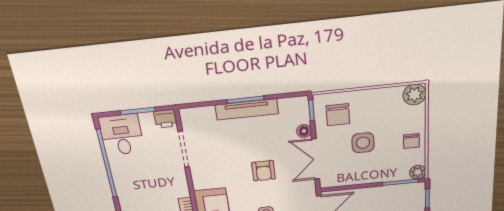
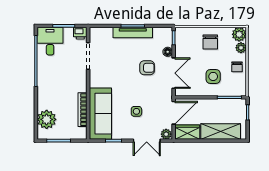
chair: (338, 115) -> (210, 42), moved
side table: (363, 143) -> (213, 76), moved
double door: (316, 159) -> (174, 73), swing flipped
armchair: (264, 171) -> (147, 68), moved, turned -90
plant: (418, 172) -> (241, 48), moved

